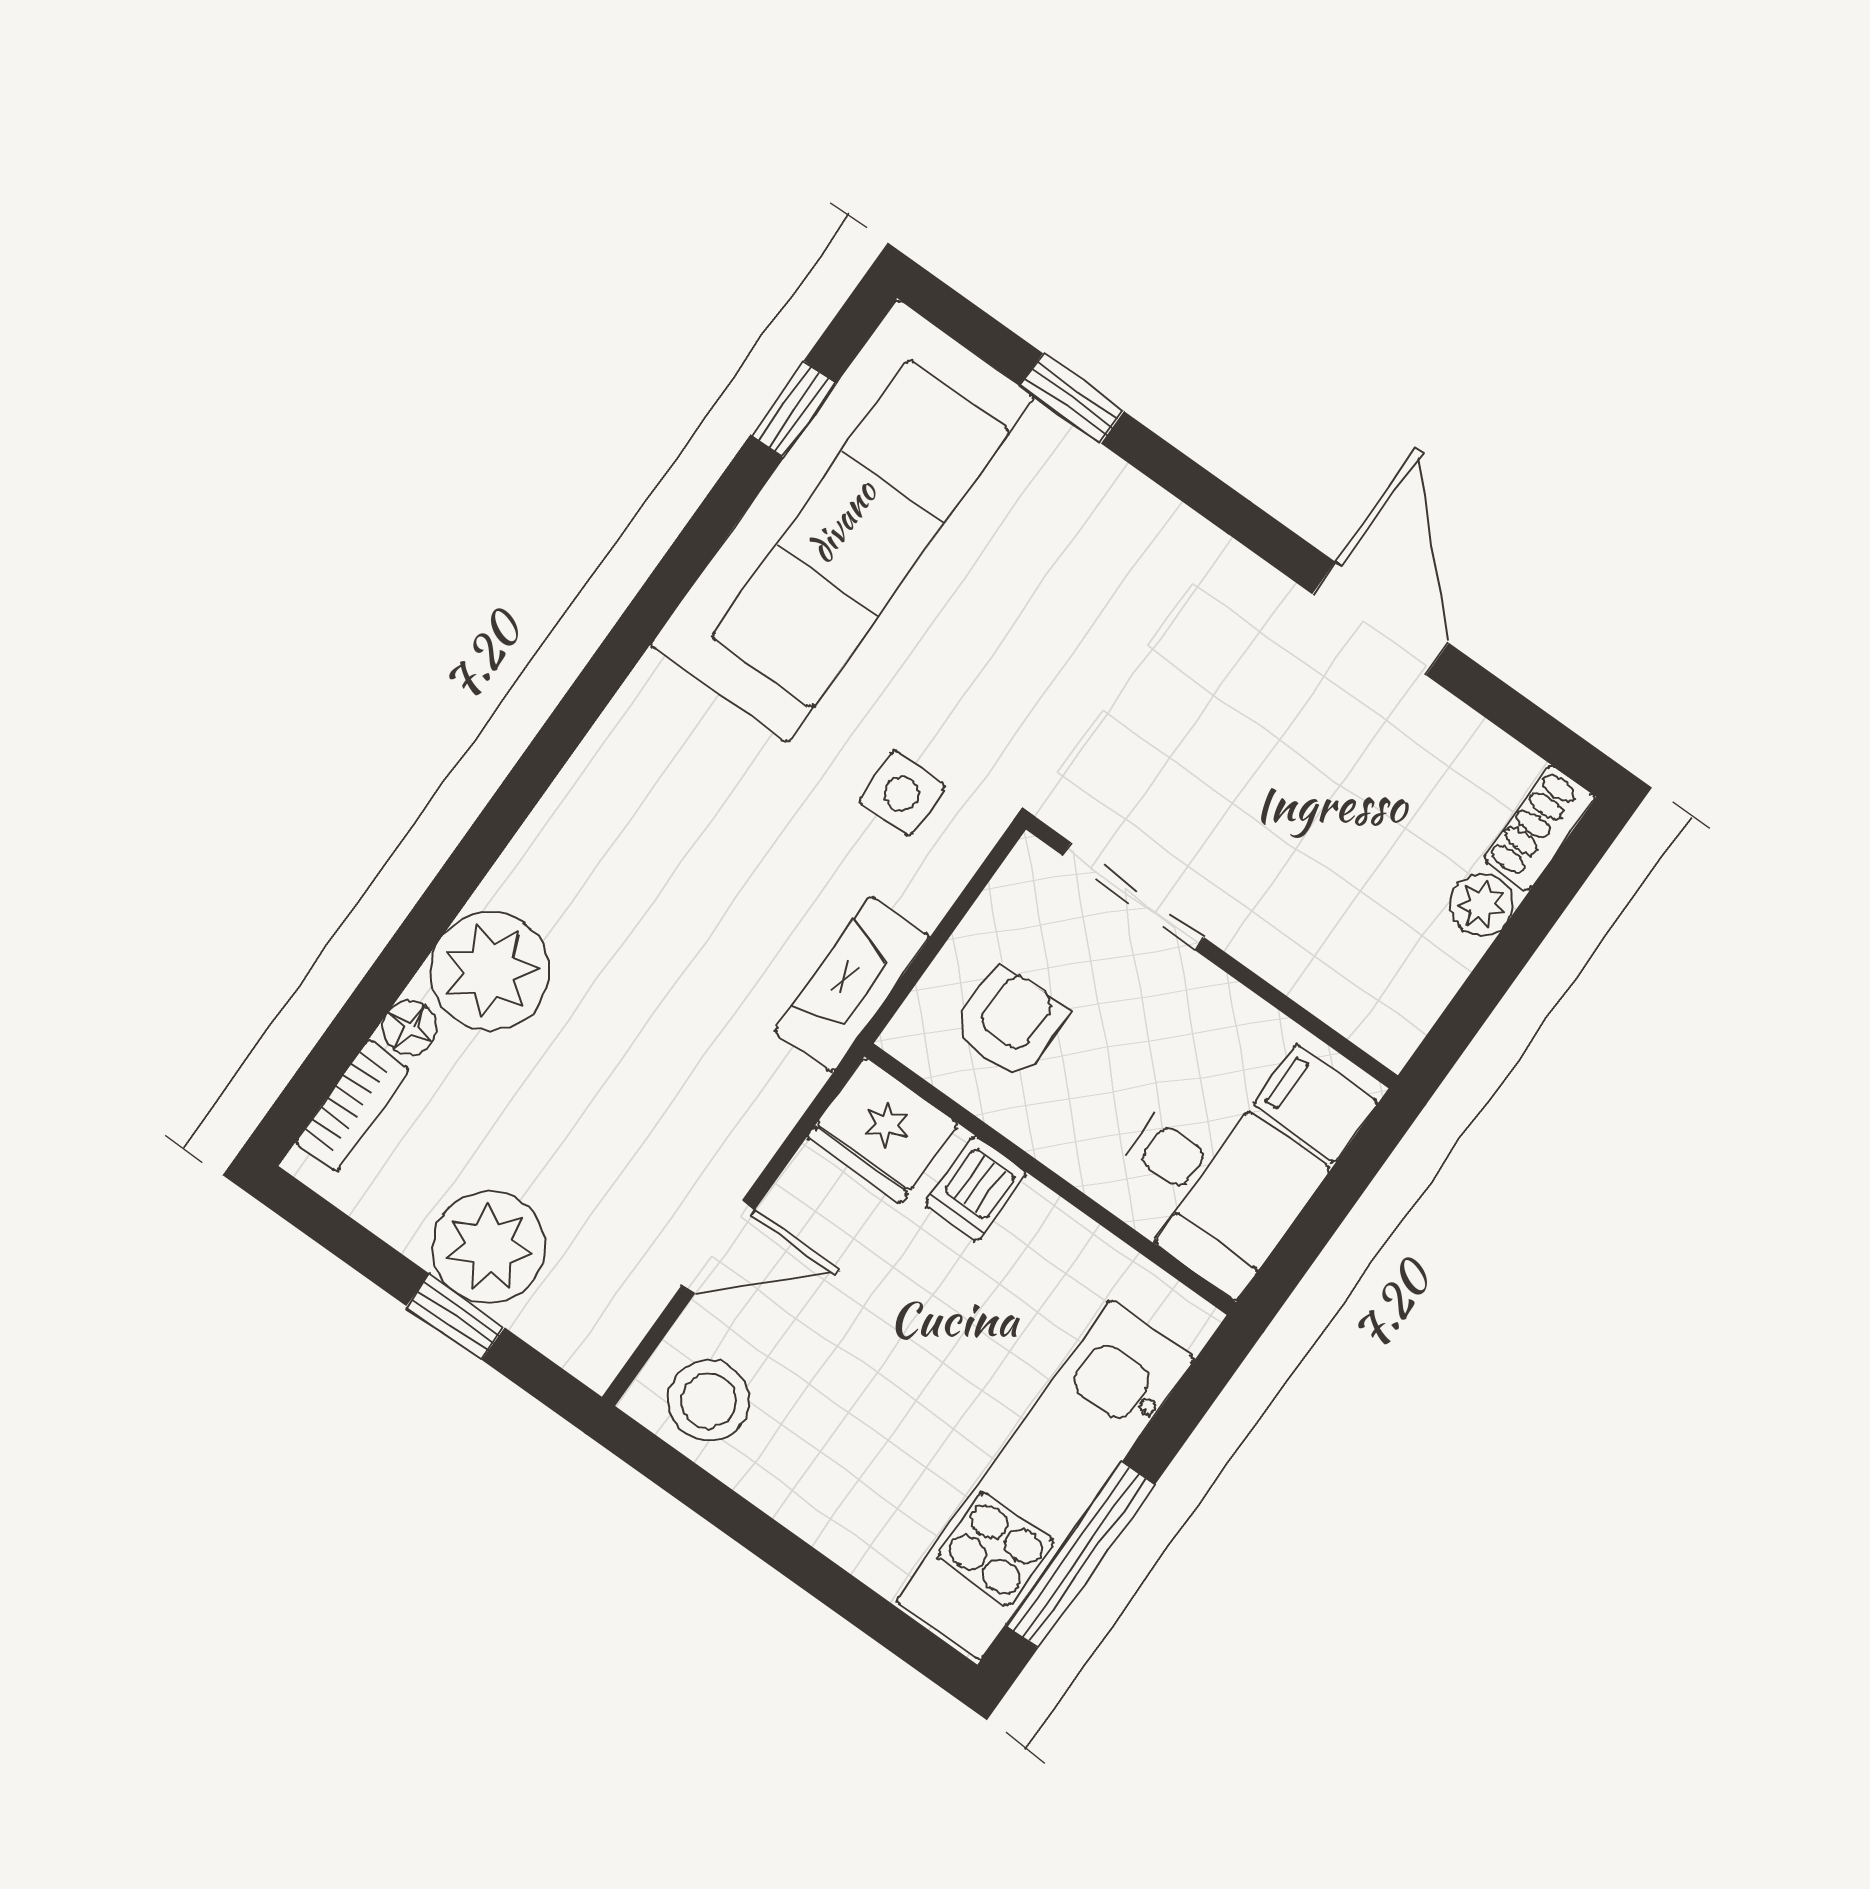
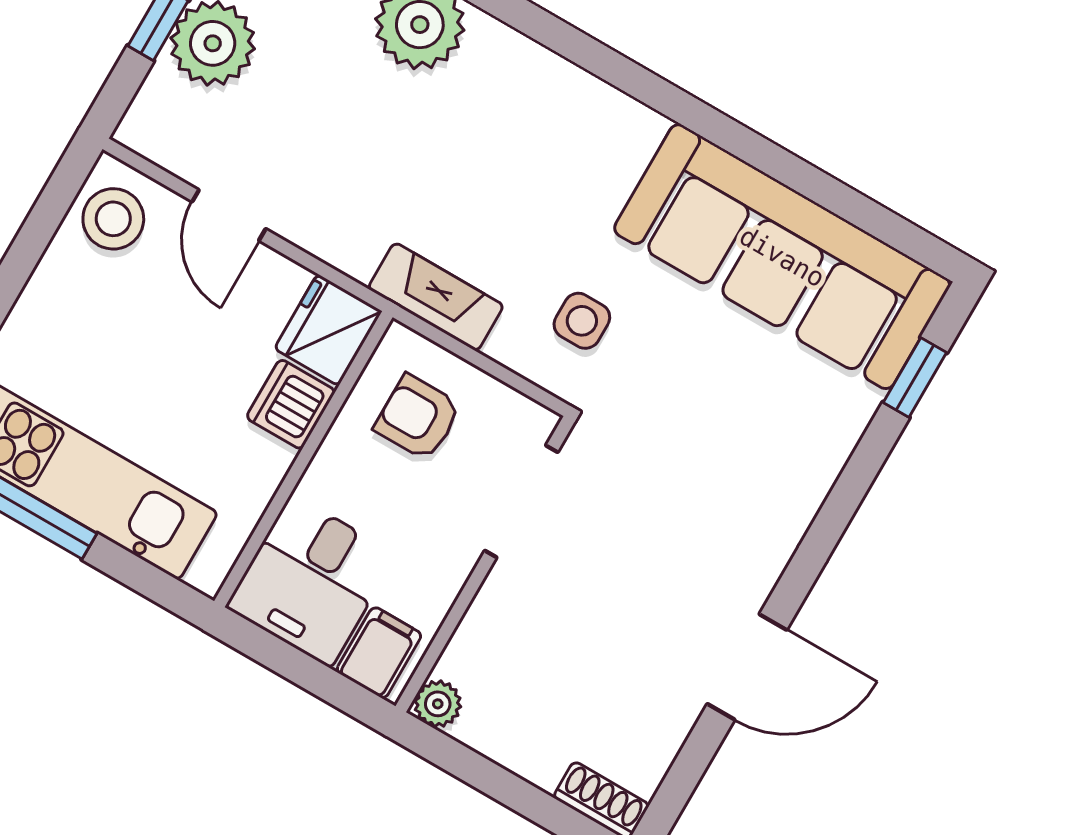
window: (1072, 398) -> (915, 378), moved
window: (793, 409) -> (862, 212), removed
plant: (1482, 905) -> (438, 704), moved
armchair: (1009, 1023) -> (418, 417), turned 180
dishwasher: (976, 1189) -> (291, 404), width x1.38

